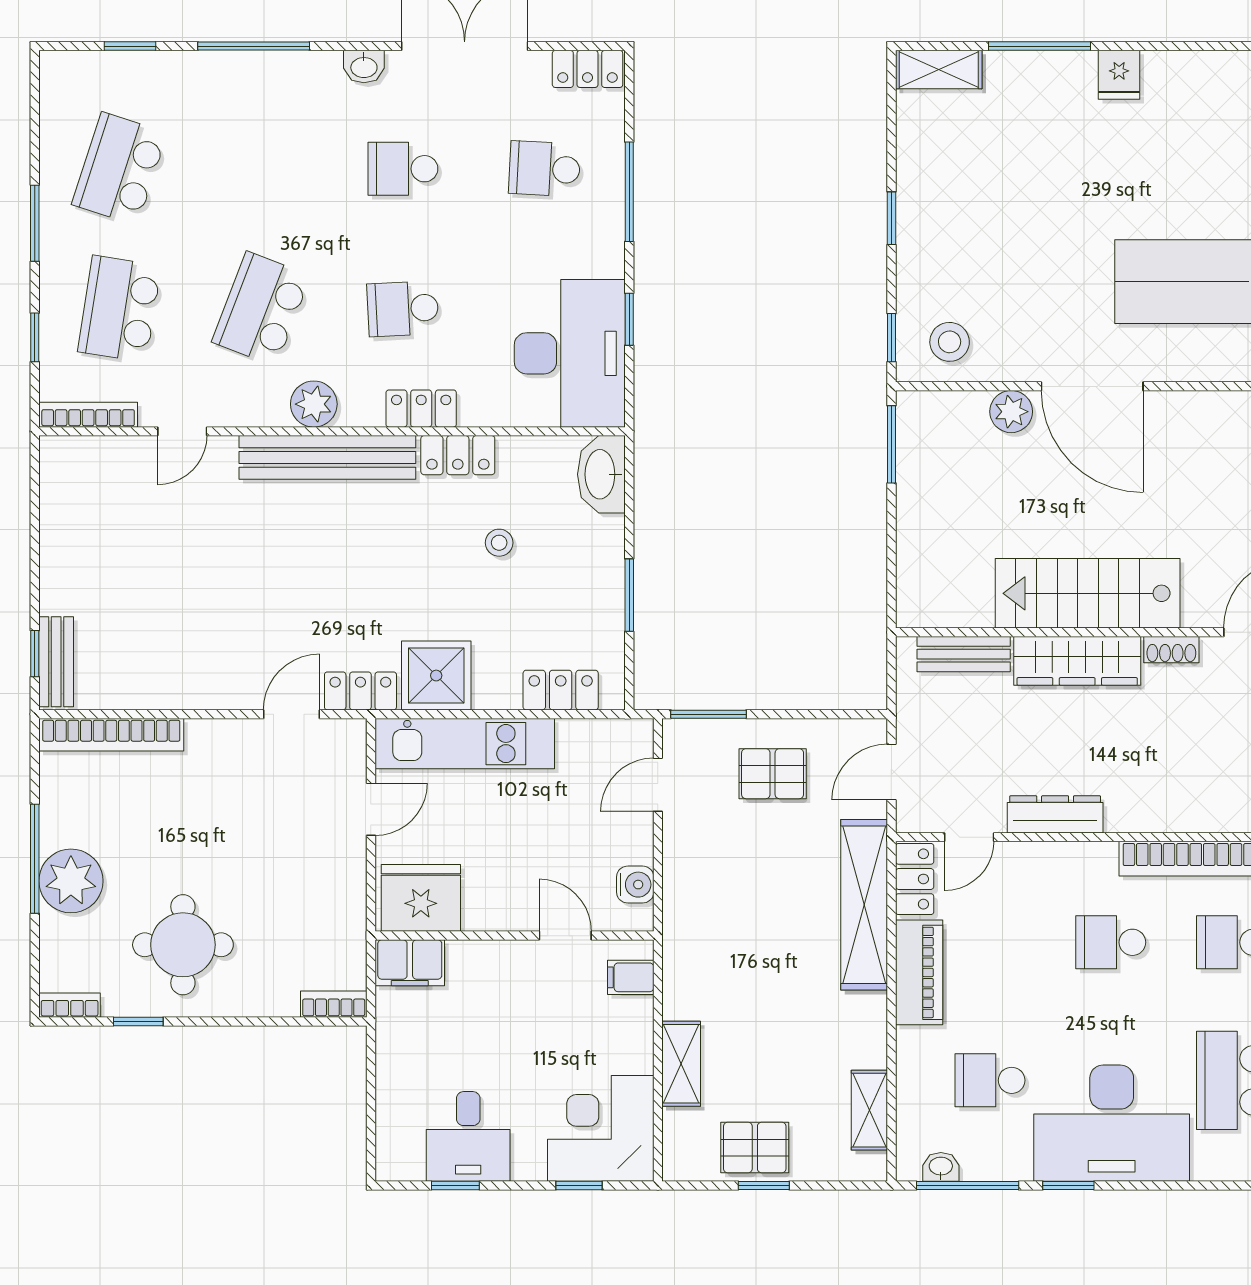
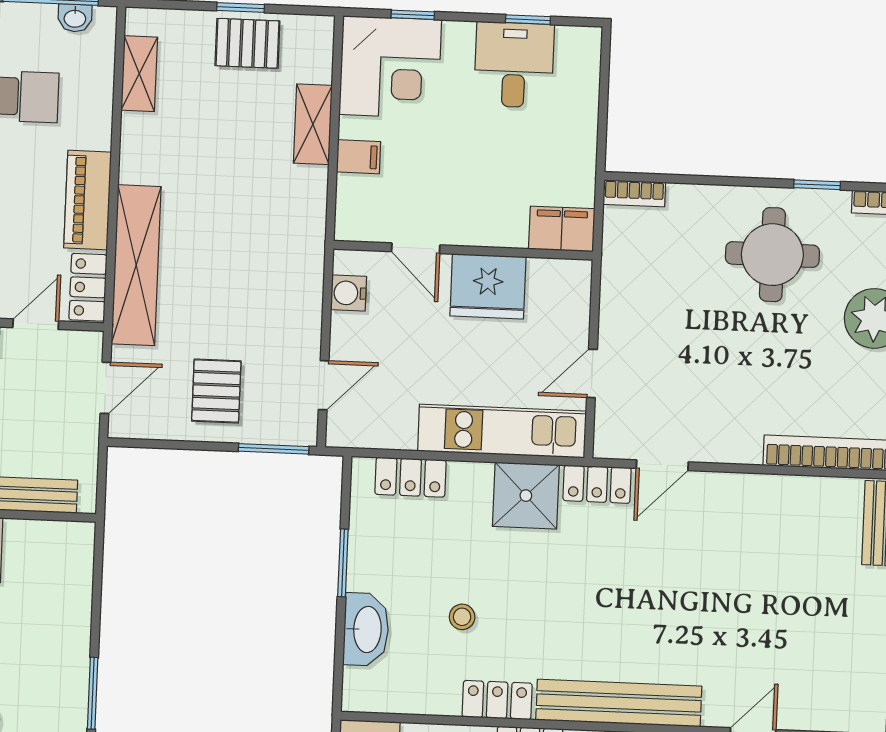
washbasin: (601, 474) -> (366, 629), moved
pallet: (773, 774) -> (216, 391), turned 90
fridge: (421, 898) -> (488, 286), moved
filing cabinet: (631, 977) -> (359, 157), moved

